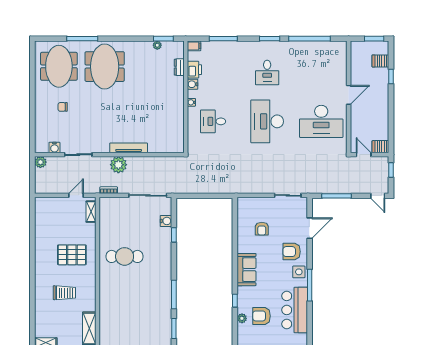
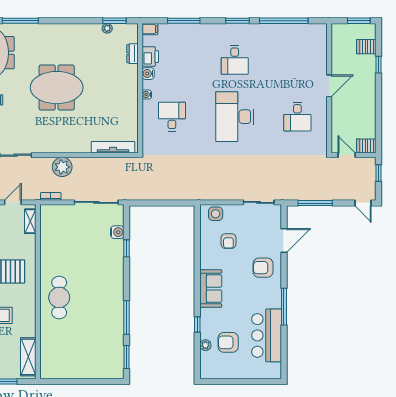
meeting table: (105, 67) -> (57, 88), moved, turned 90
desk: (213, 121) -> (172, 117), turned 90
desk: (321, 121) -> (297, 117), width x0.53, depth x0.77
tv unit: (129, 148) -> (113, 147), moved
cafe table: (125, 256) -> (59, 297), moved, turned 90
side table: (299, 272) -> (216, 214), moved

